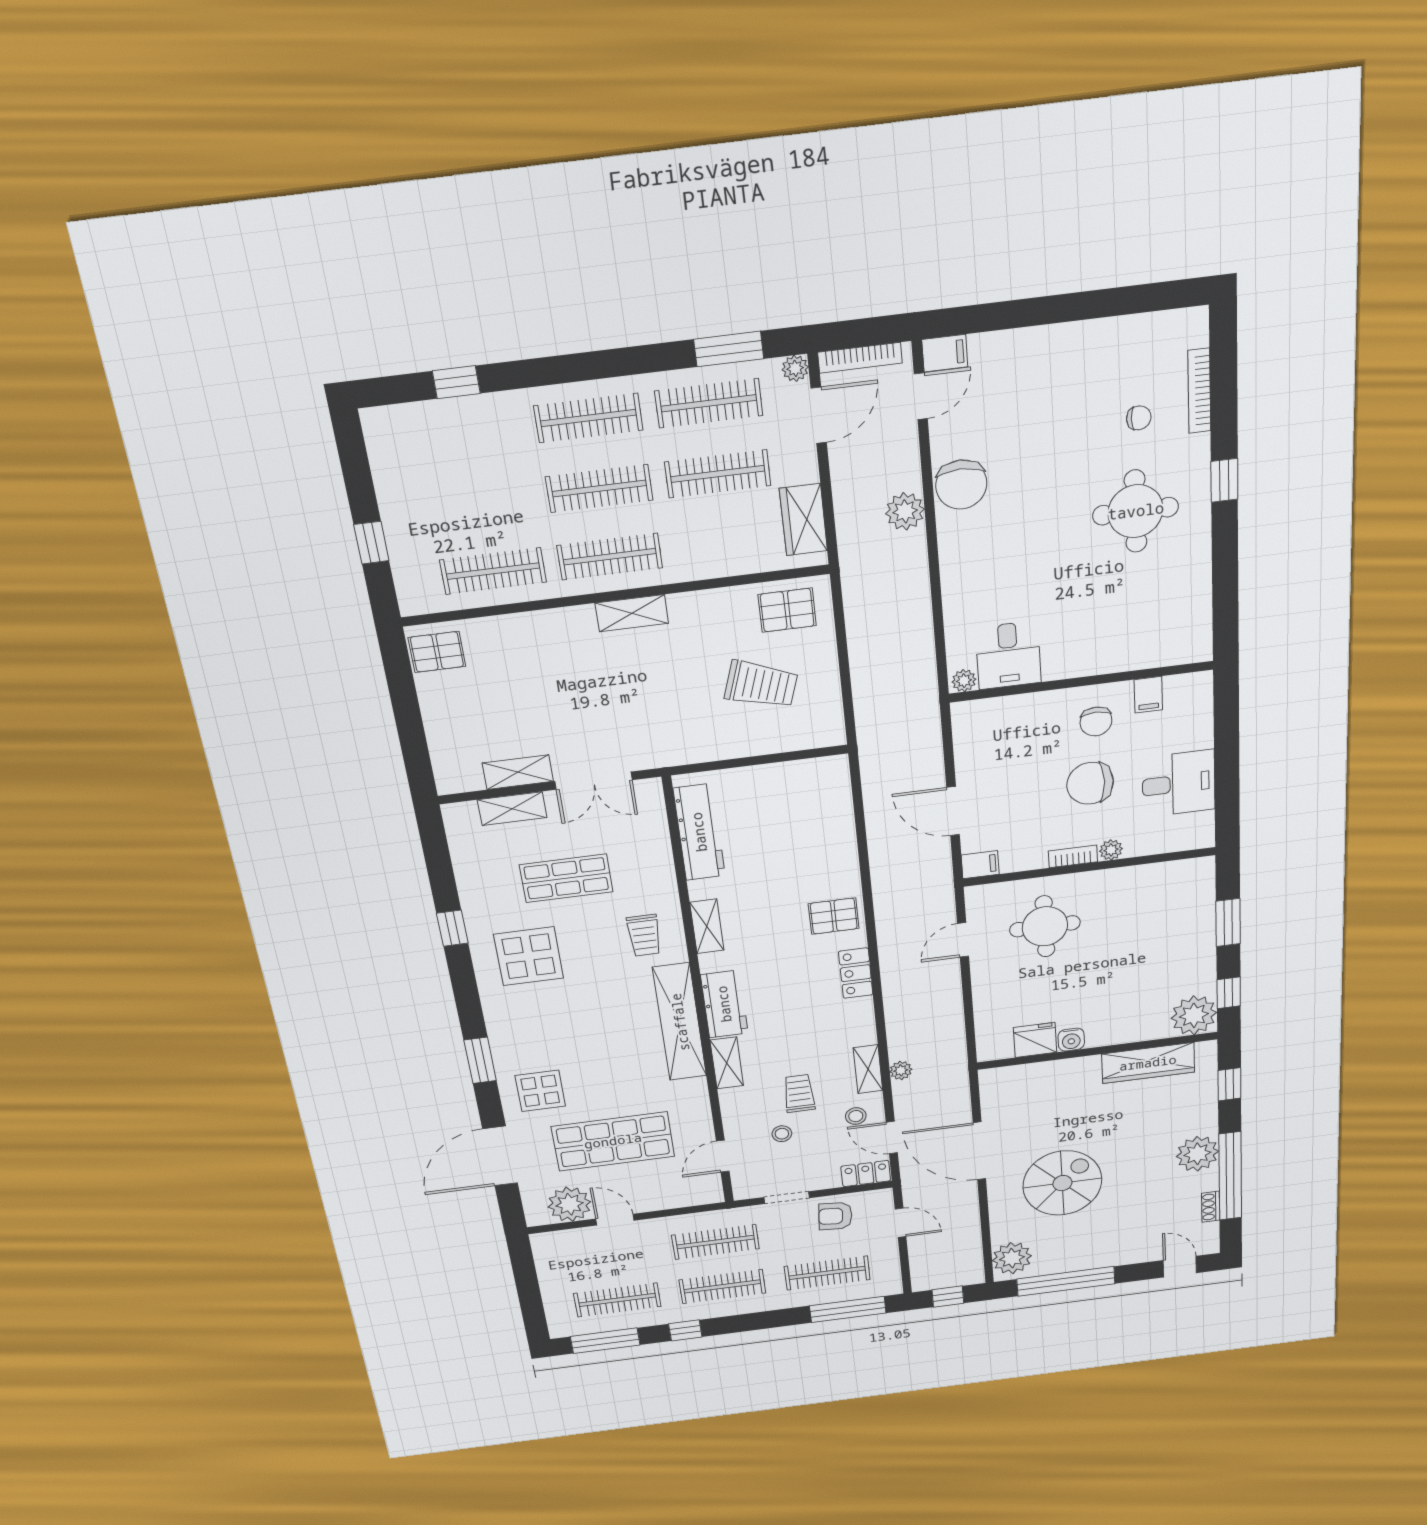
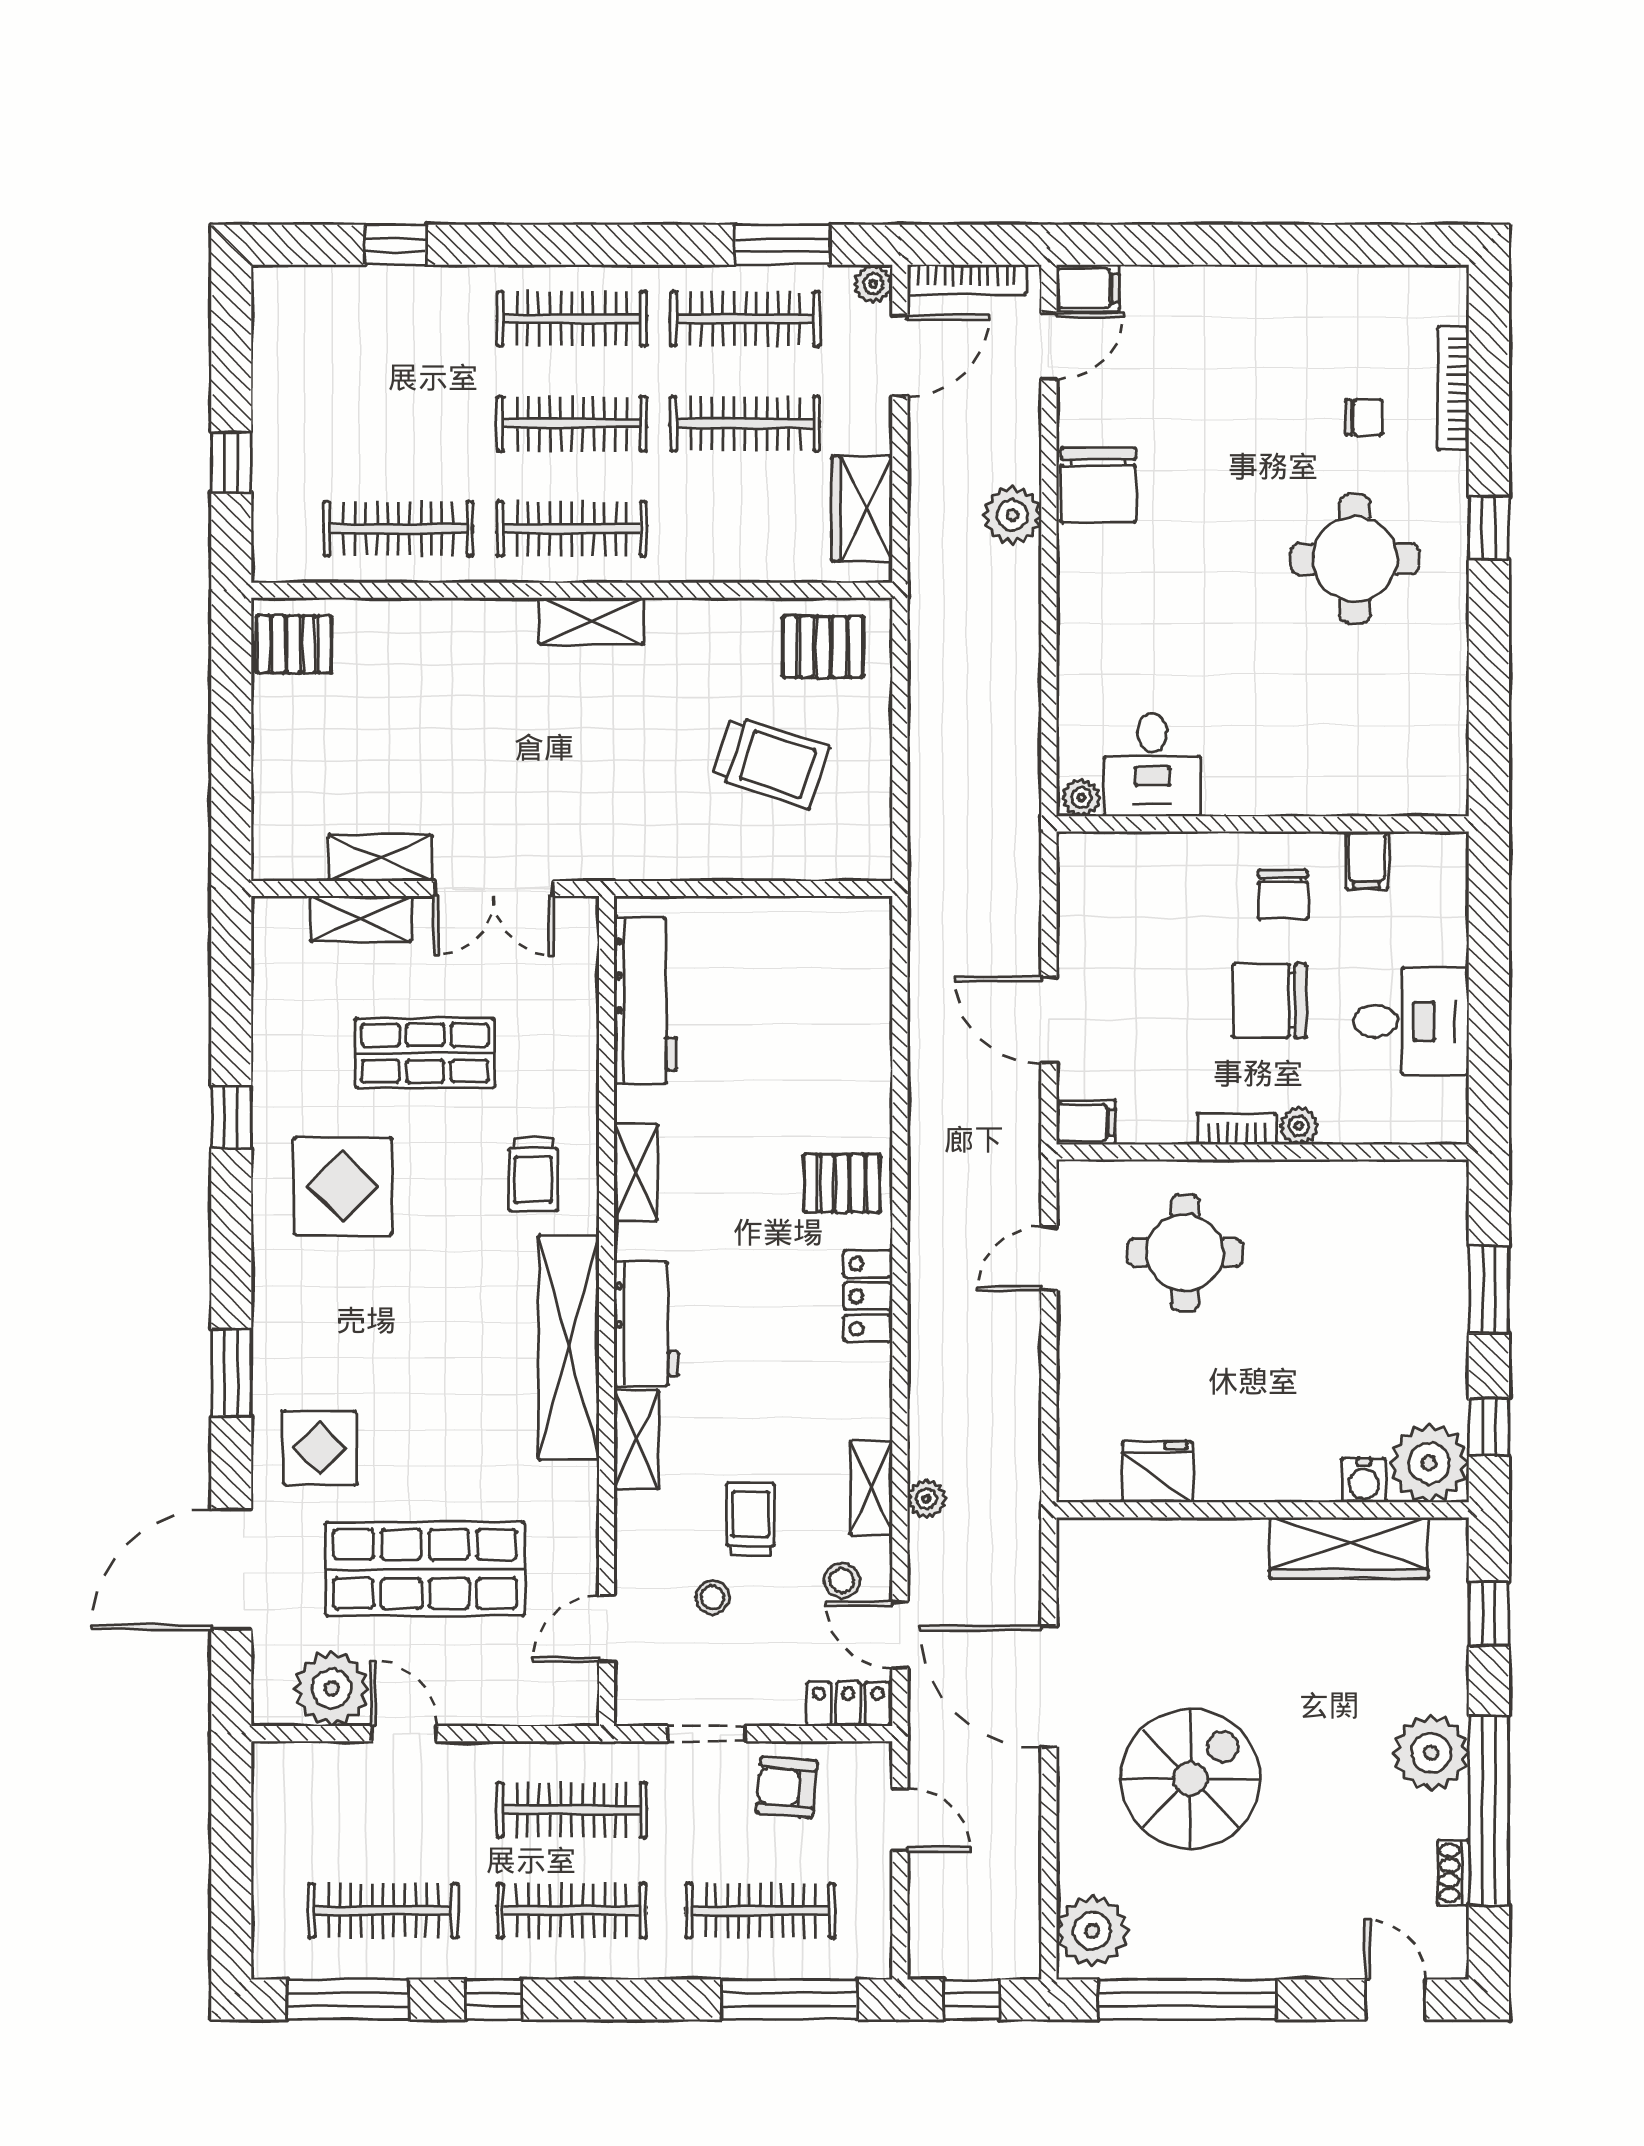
water cooler: (1071, 1040) -> (1364, 1480), moved

